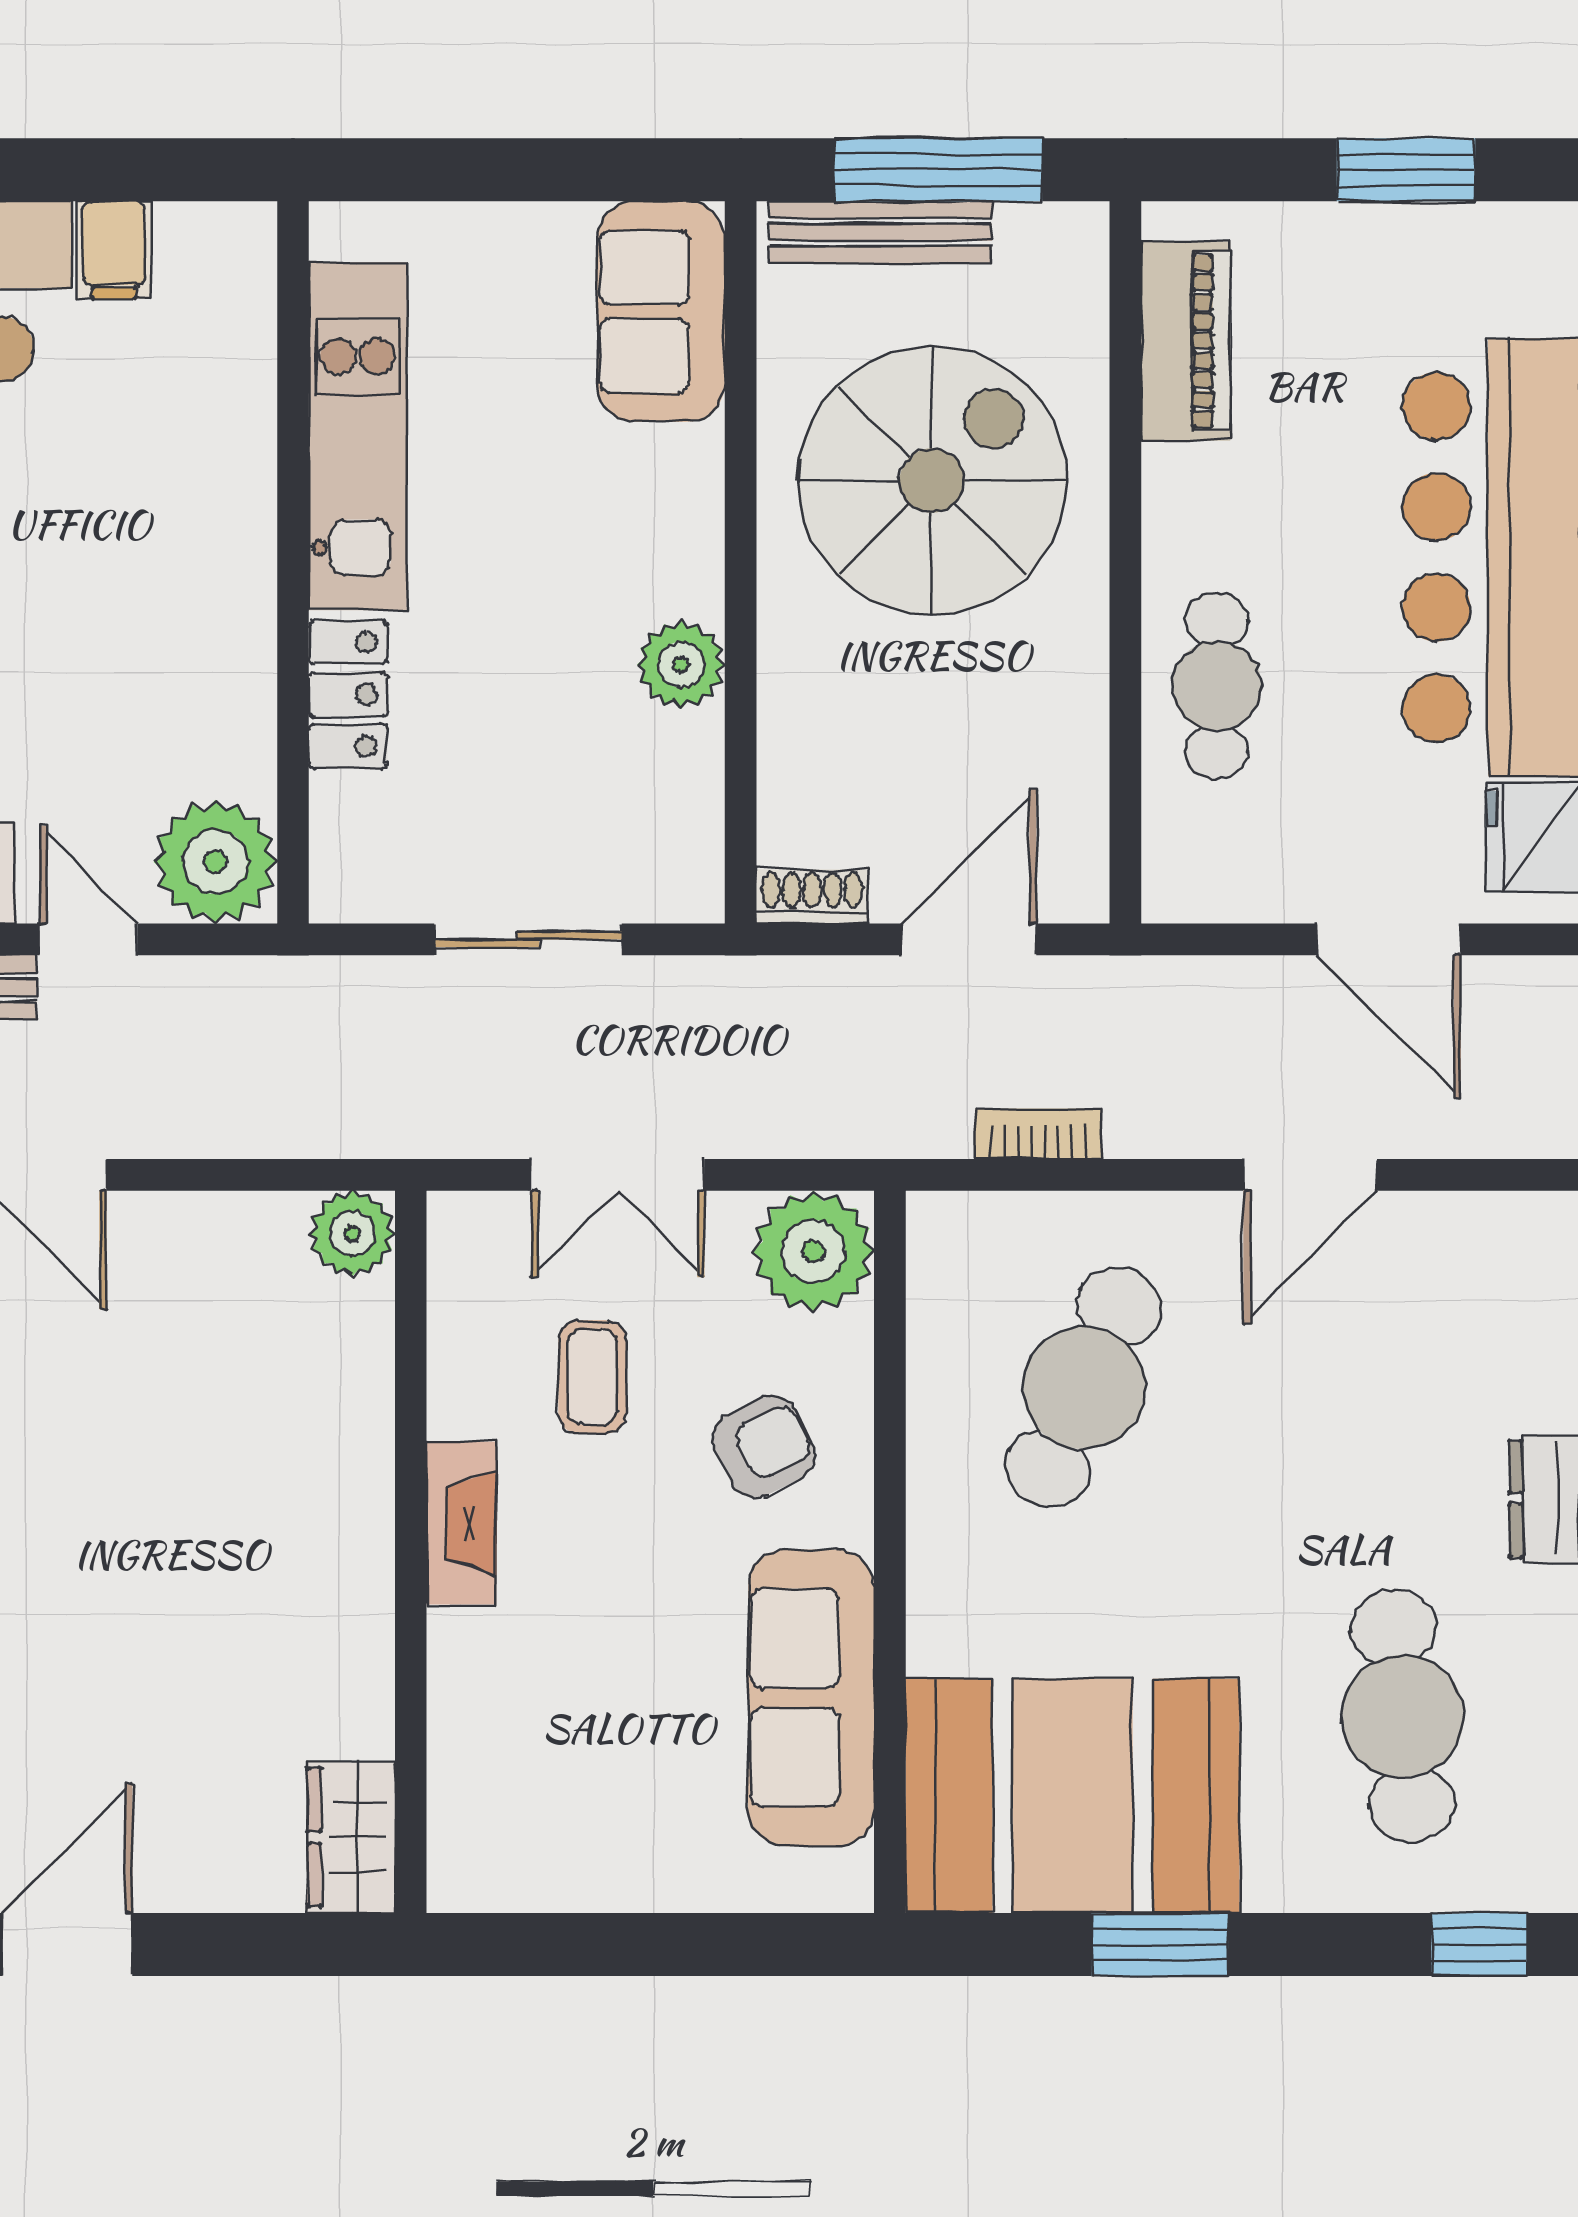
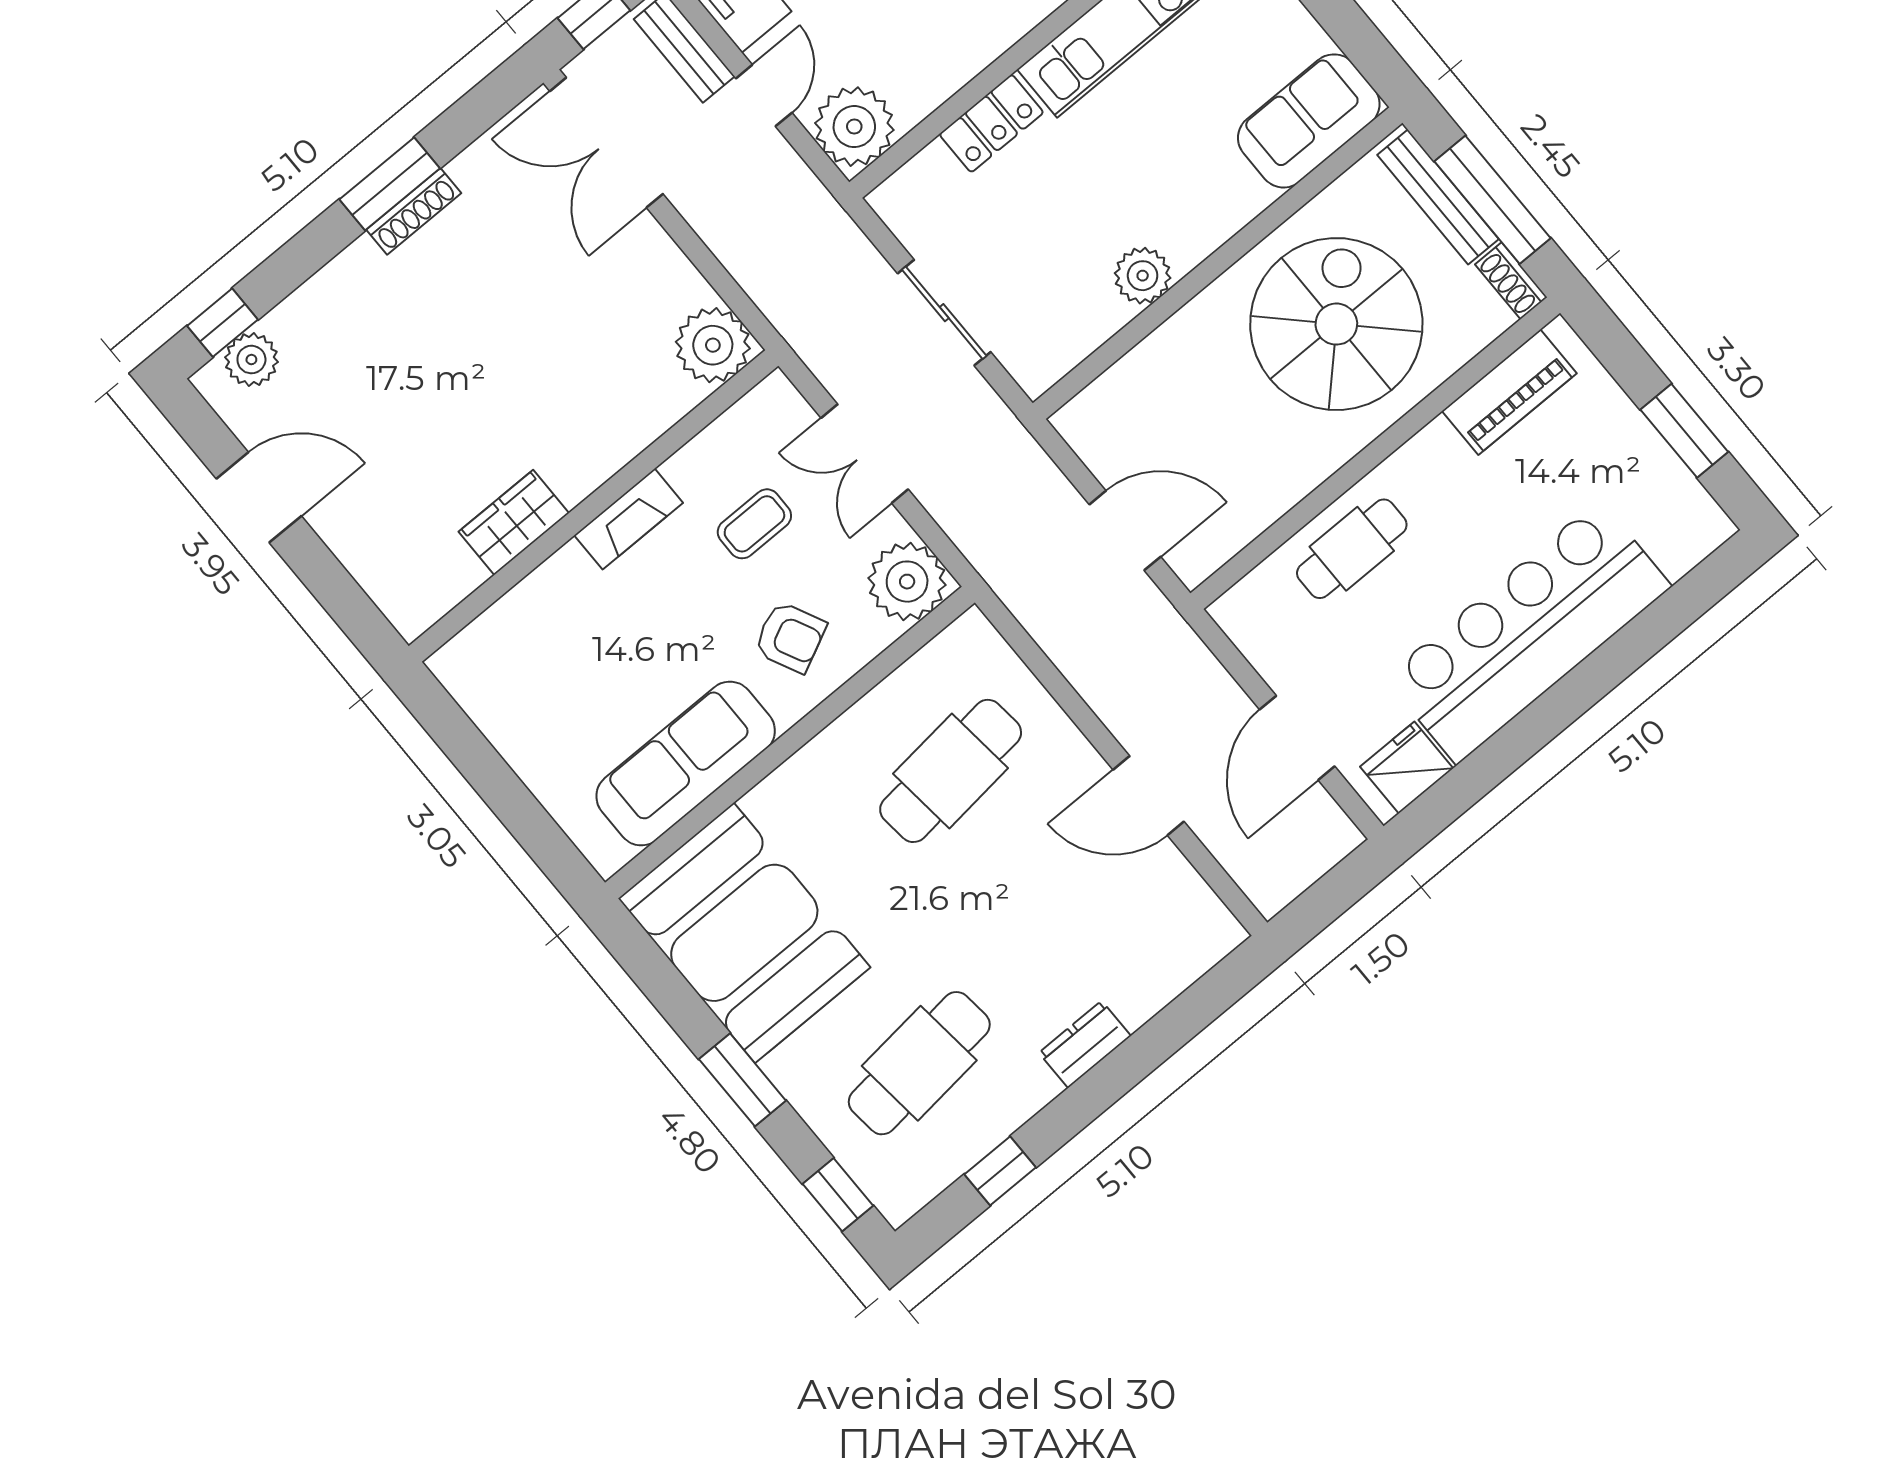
spiral stairs: (932, 481) -> (1336, 324), turned -90
shoe rack: (812, 896) -> (1511, 281), moved, turned 180
bookcase: (1038, 1134) -> (1057, 644), removed
plant: (352, 1233) -> (713, 345), width x1.36, depth x1.36
cafe table: (1084, 1388) -> (951, 771), turned -30
wardrobe: (351, 1837) -> (514, 522), moved
window: (1160, 1944) -> (742, 1080), moved

